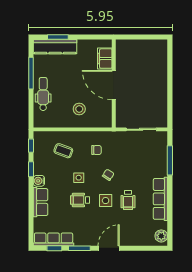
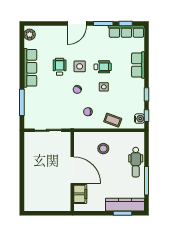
coffee table: (63, 151) -> (113, 120), moved
water cooler: (39, 181) -> (139, 119), moved

